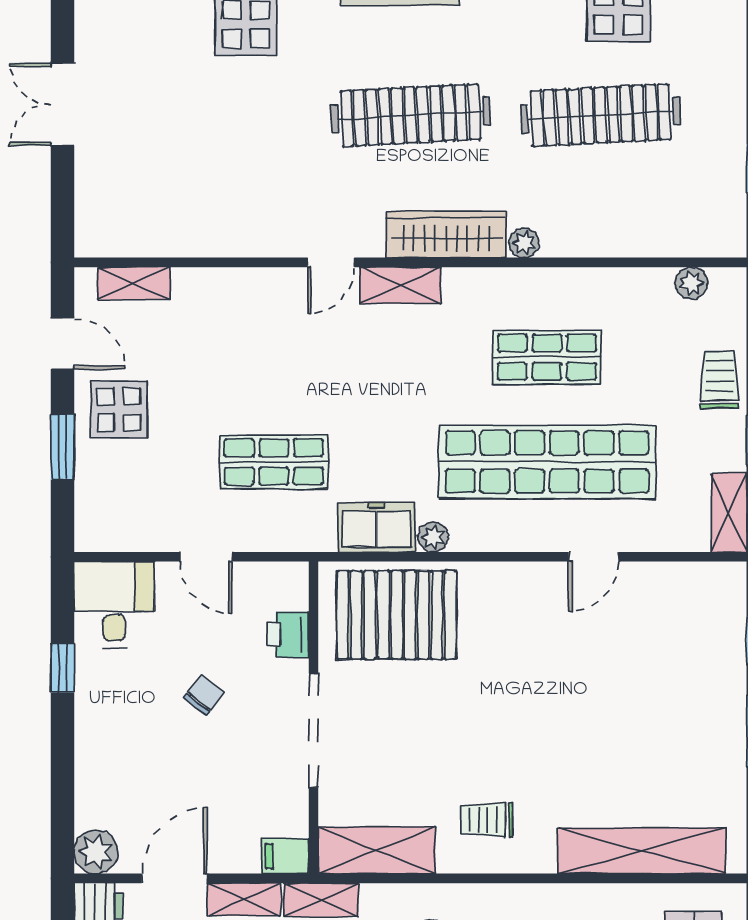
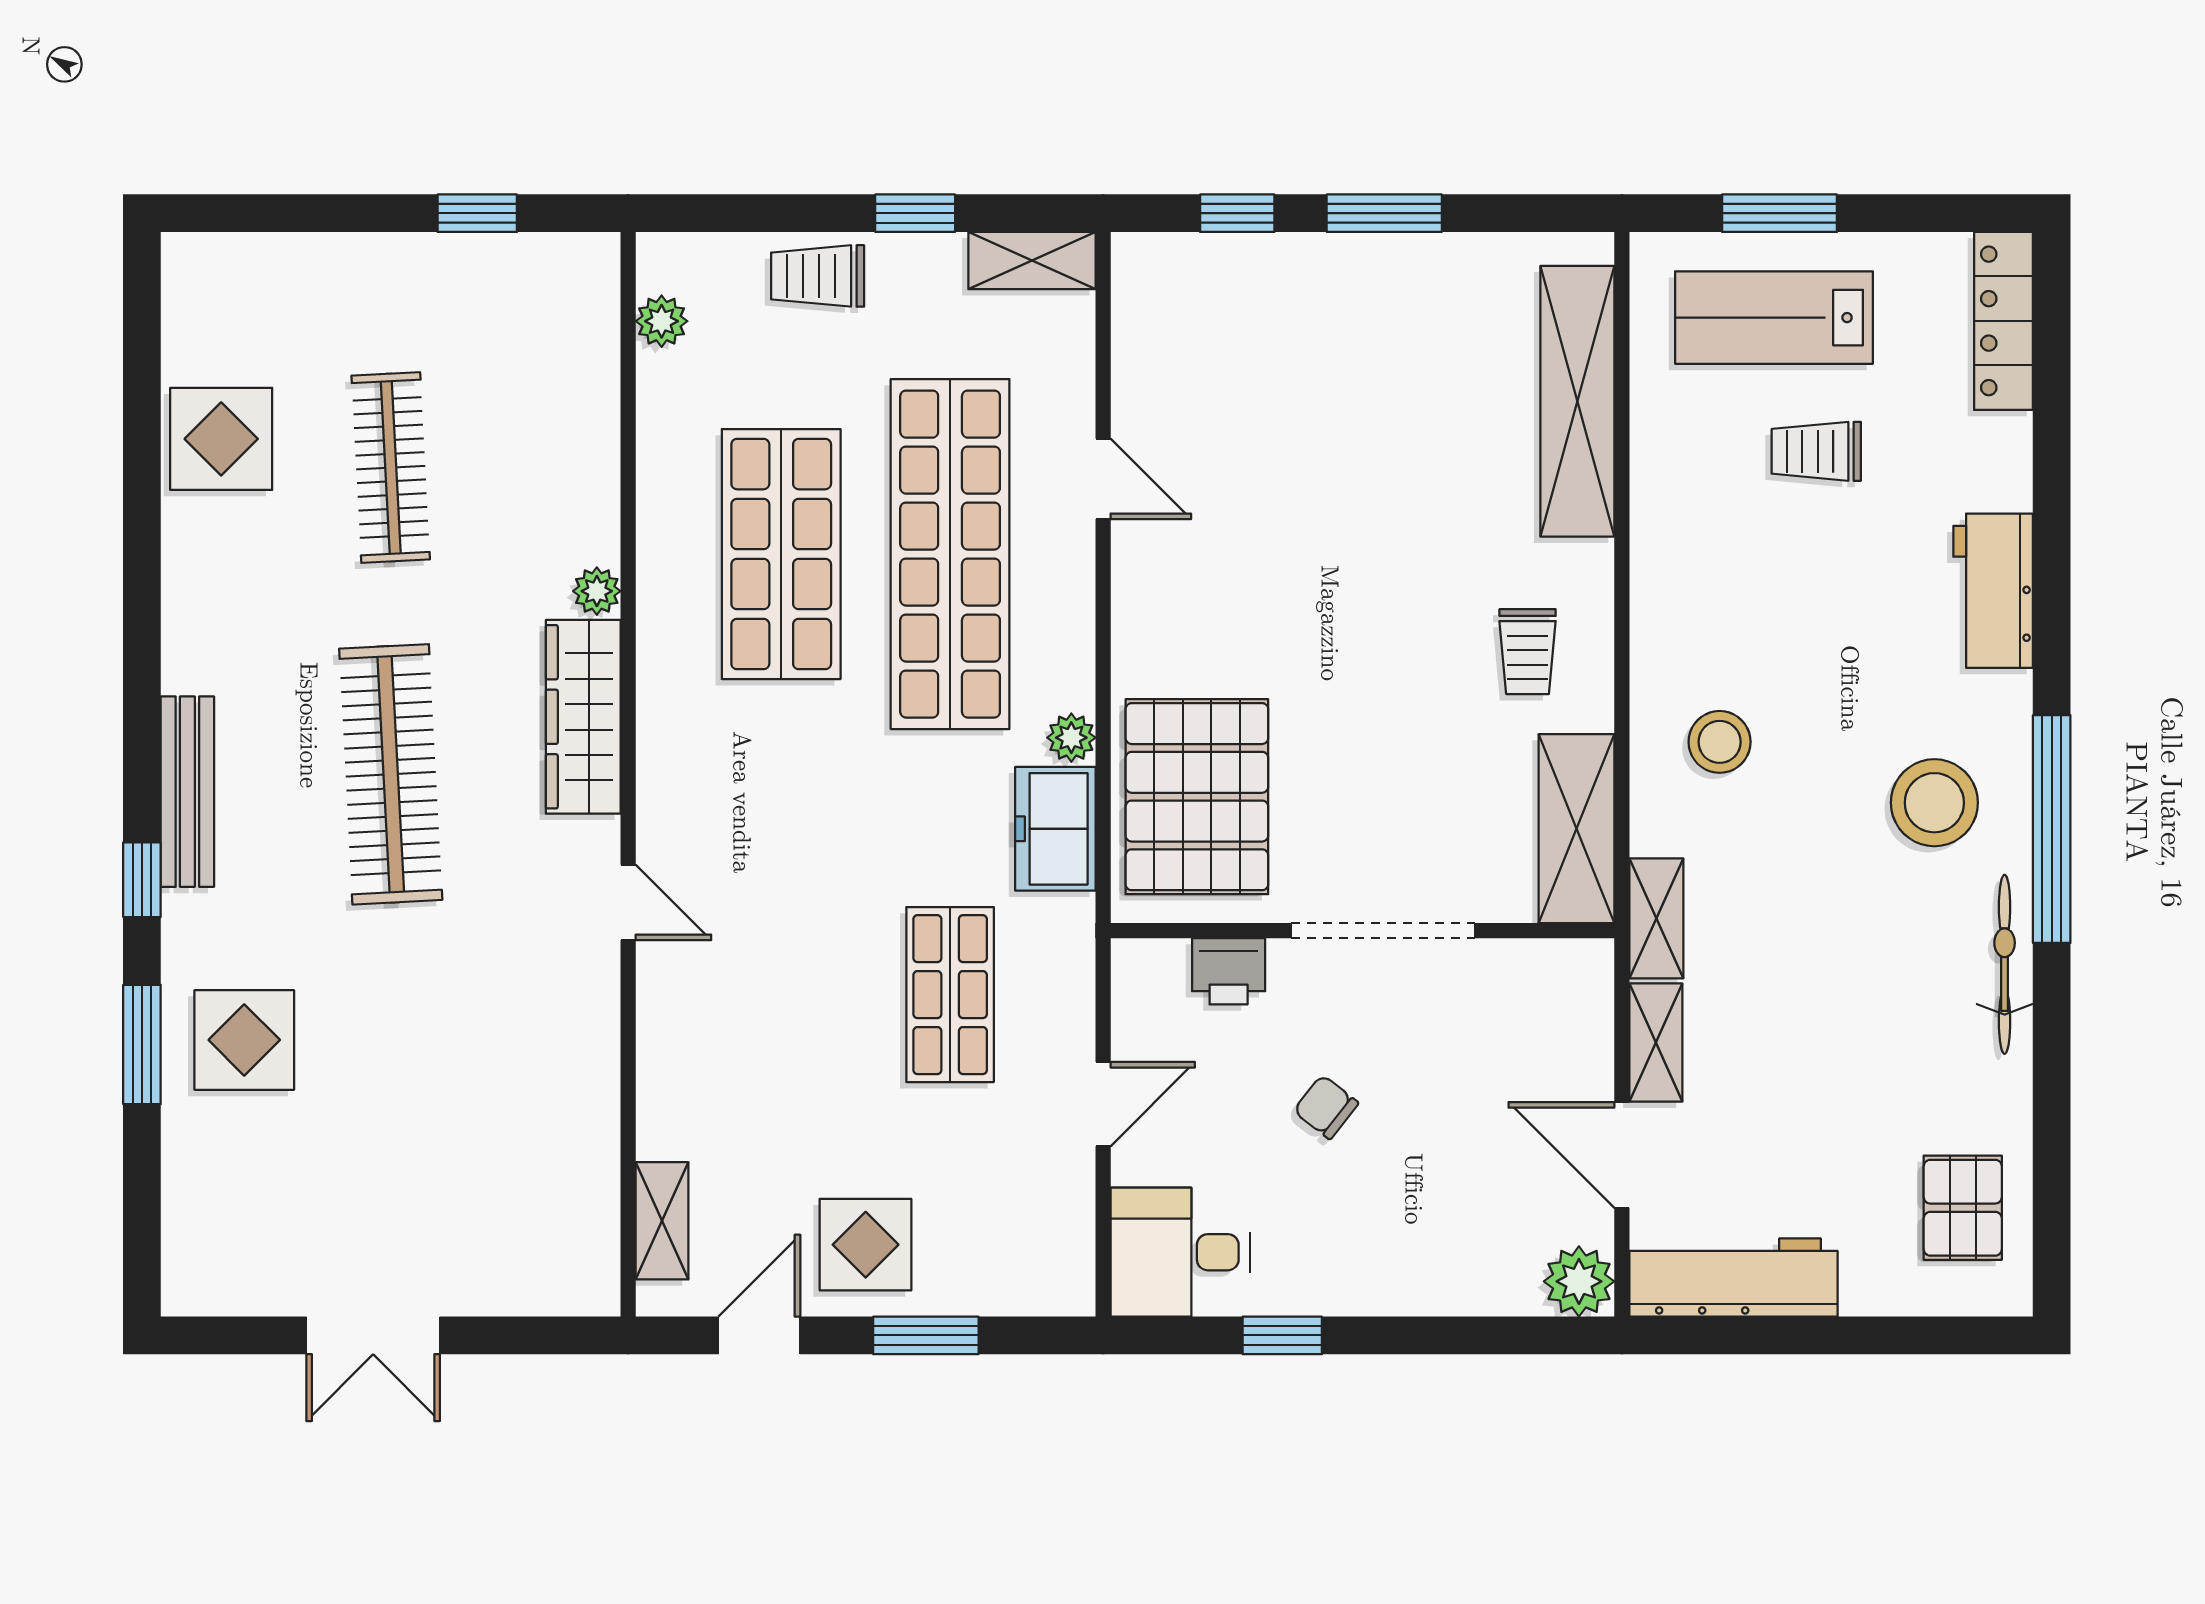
clothes rail: (601, 115) -> (391, 468), width x0.73, depth x0.76
shelving: (401, 285) -> (665, 790), removed
shop shelf: (547, 357) -> (781, 554), width x1.43, depth x1.36
filing cabinet: (286, 856) -> (1586, 976), removed

